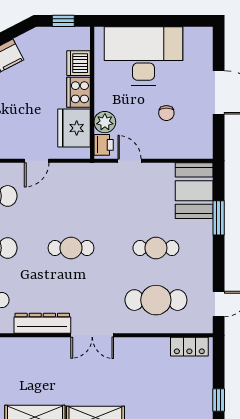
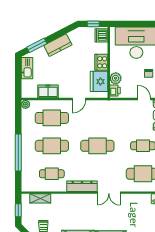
dishwasher: (78, 63) -> (101, 35), moved
door: (129, 161) -> (144, 99), moved
cafe table: (71, 248) -> (97, 146), width x1.37, depth x1.35

